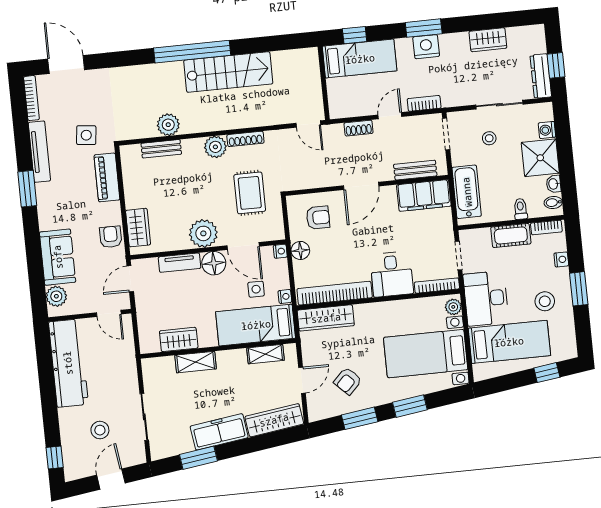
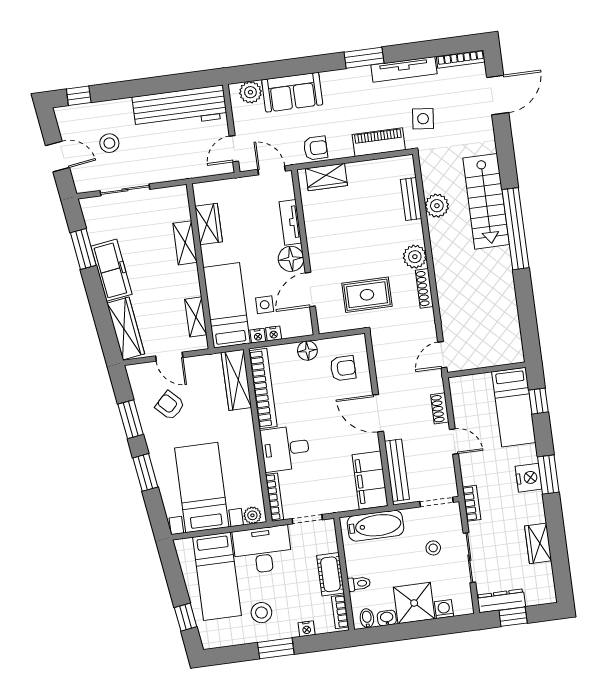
stairs: (228, 72) -> (486, 201), moved
bookcase: (424, 103) -> (472, 503), moved
bench: (415, 170) -> (397, 470), width x1.36
armchair: (318, 218) -> (343, 368), turned -90
plant: (203, 233) -> (322, 247), removed
nightstand: (280, 251) -> (274, 333), moved

